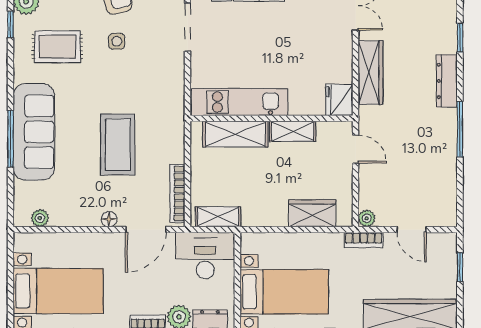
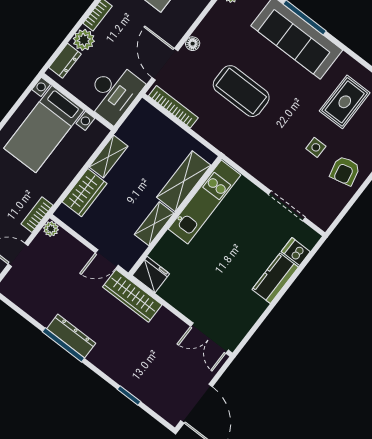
wardrobe: (371, 73) -> (132, 296), moved
dresser: (447, 81) -> (71, 336), moved
shelving: (218, 217) -> (108, 157), moved

